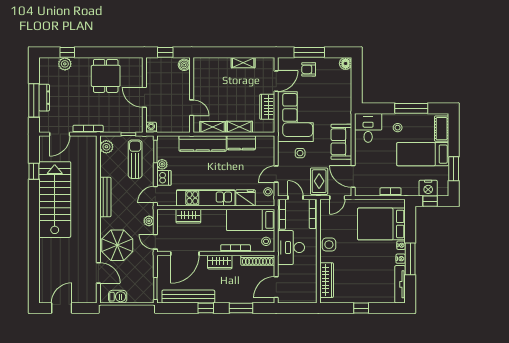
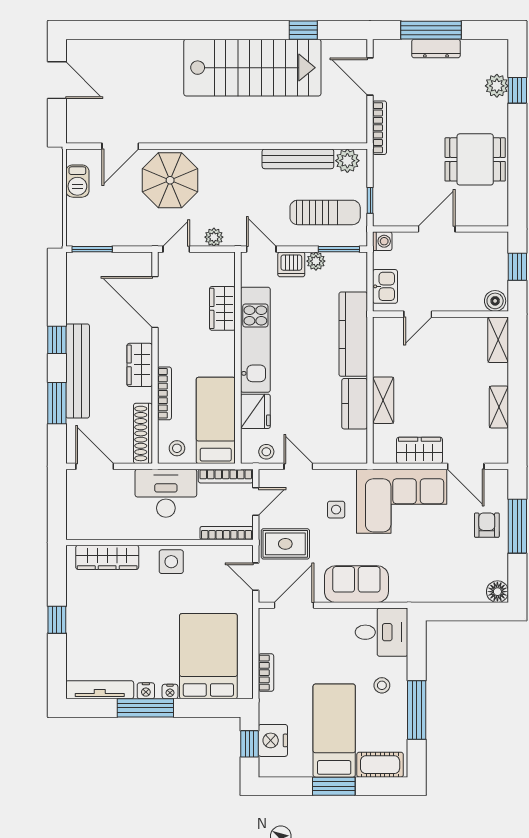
kitchen sink: (176, 126) -> (385, 286), added
shelving: (213, 127) -> (498, 340), moved
window: (454, 169) -> (334, 786), moved
bench: (105, 197) -> (298, 159), moved
bench: (188, 297) -> (78, 371), moved

